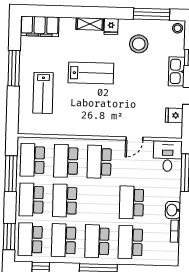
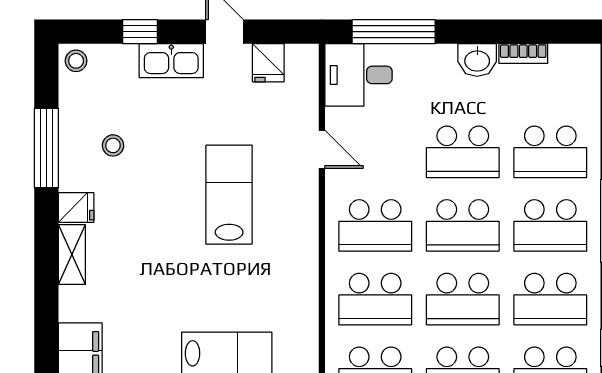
window: (152, 14) -> (46, 148), moved
stool: (139, 44) -> (113, 145), width x0.53, depth x0.53
lab bench: (91, 73) -> (229, 195), moved
school desk: (98, 201) -> (463, 225), added

